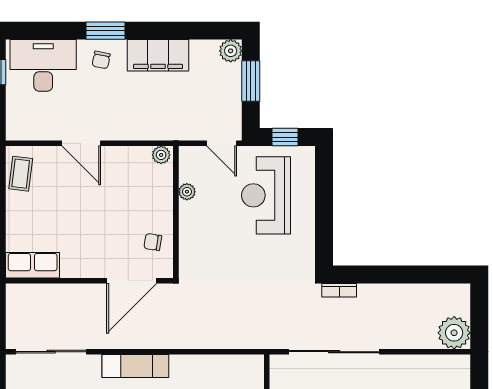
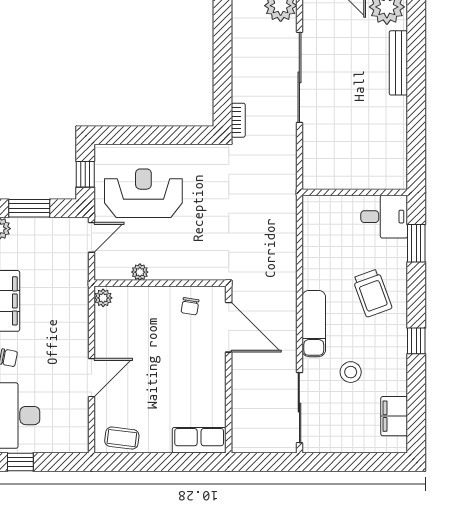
reception desk: (266, 195) -> (143, 193), turned 180
row of seats: (33, 265) -> (199, 440), moved, turned 90
sliding door: (334, 352) -> (299, 77), moved

